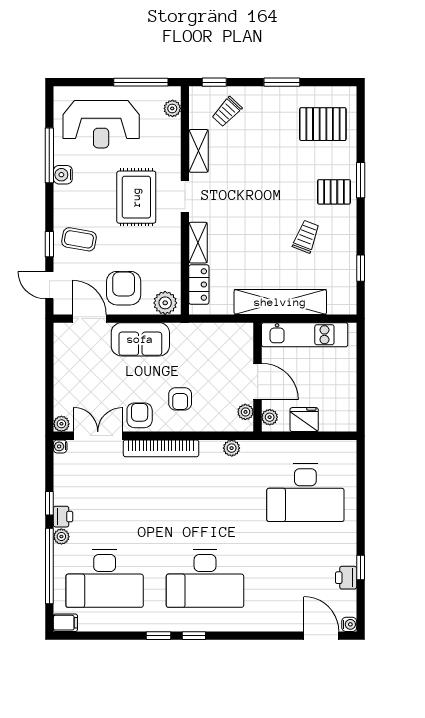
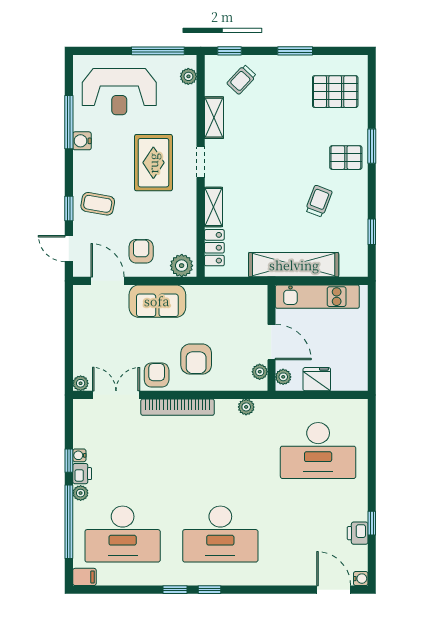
armchair: (124, 288) -> (141, 251), width x0.72, depth x0.72
armchair: (180, 399) -> (196, 359), width x1.38, depth x1.38
water cooler: (60, 446) -> (79, 455), moved

